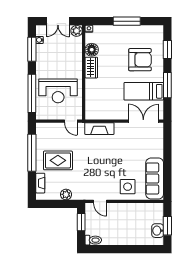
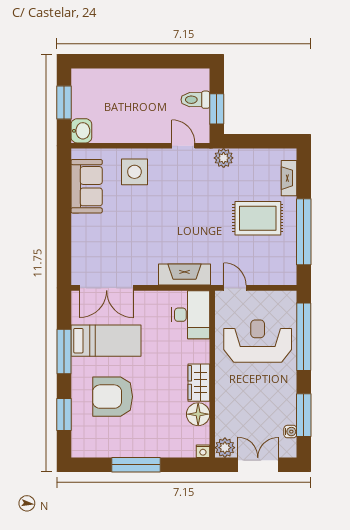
desk: (96, 106) -> (191, 315), added
sofa: (155, 178) -> (87, 186), width x0.73
plant: (66, 194) -> (224, 158), moved
washbasin: (158, 231) -> (81, 131), moved
toilet: (93, 240) -> (195, 100), moved

